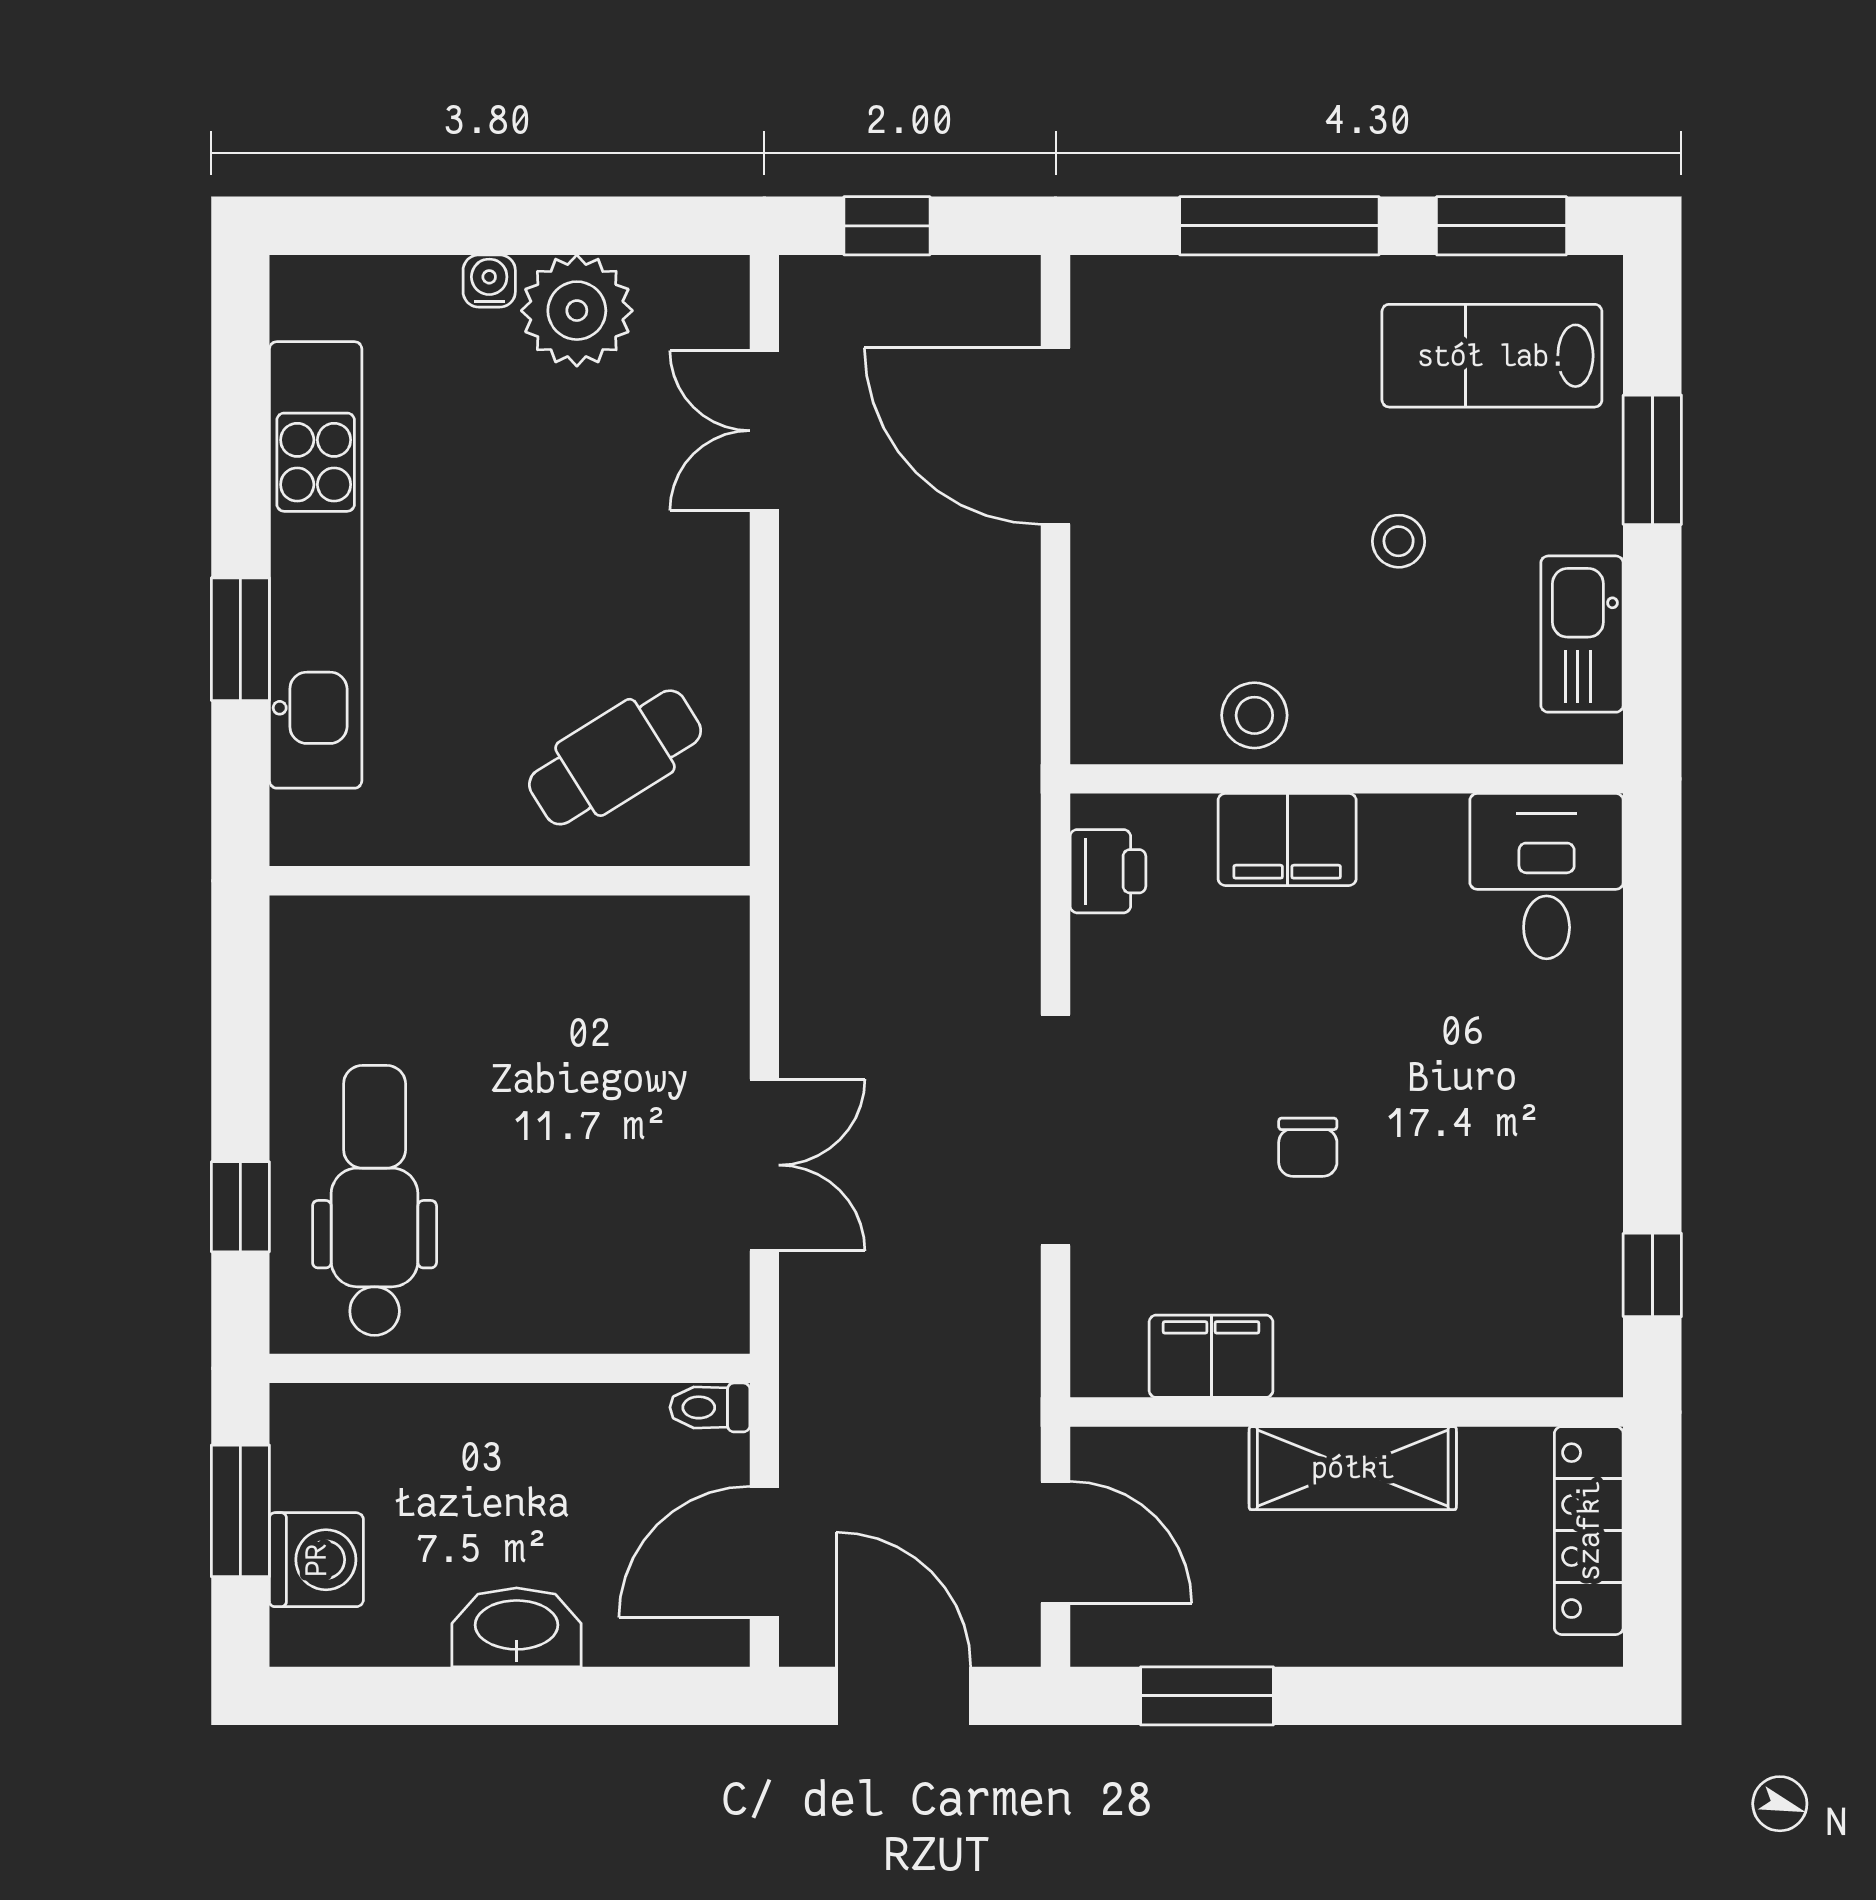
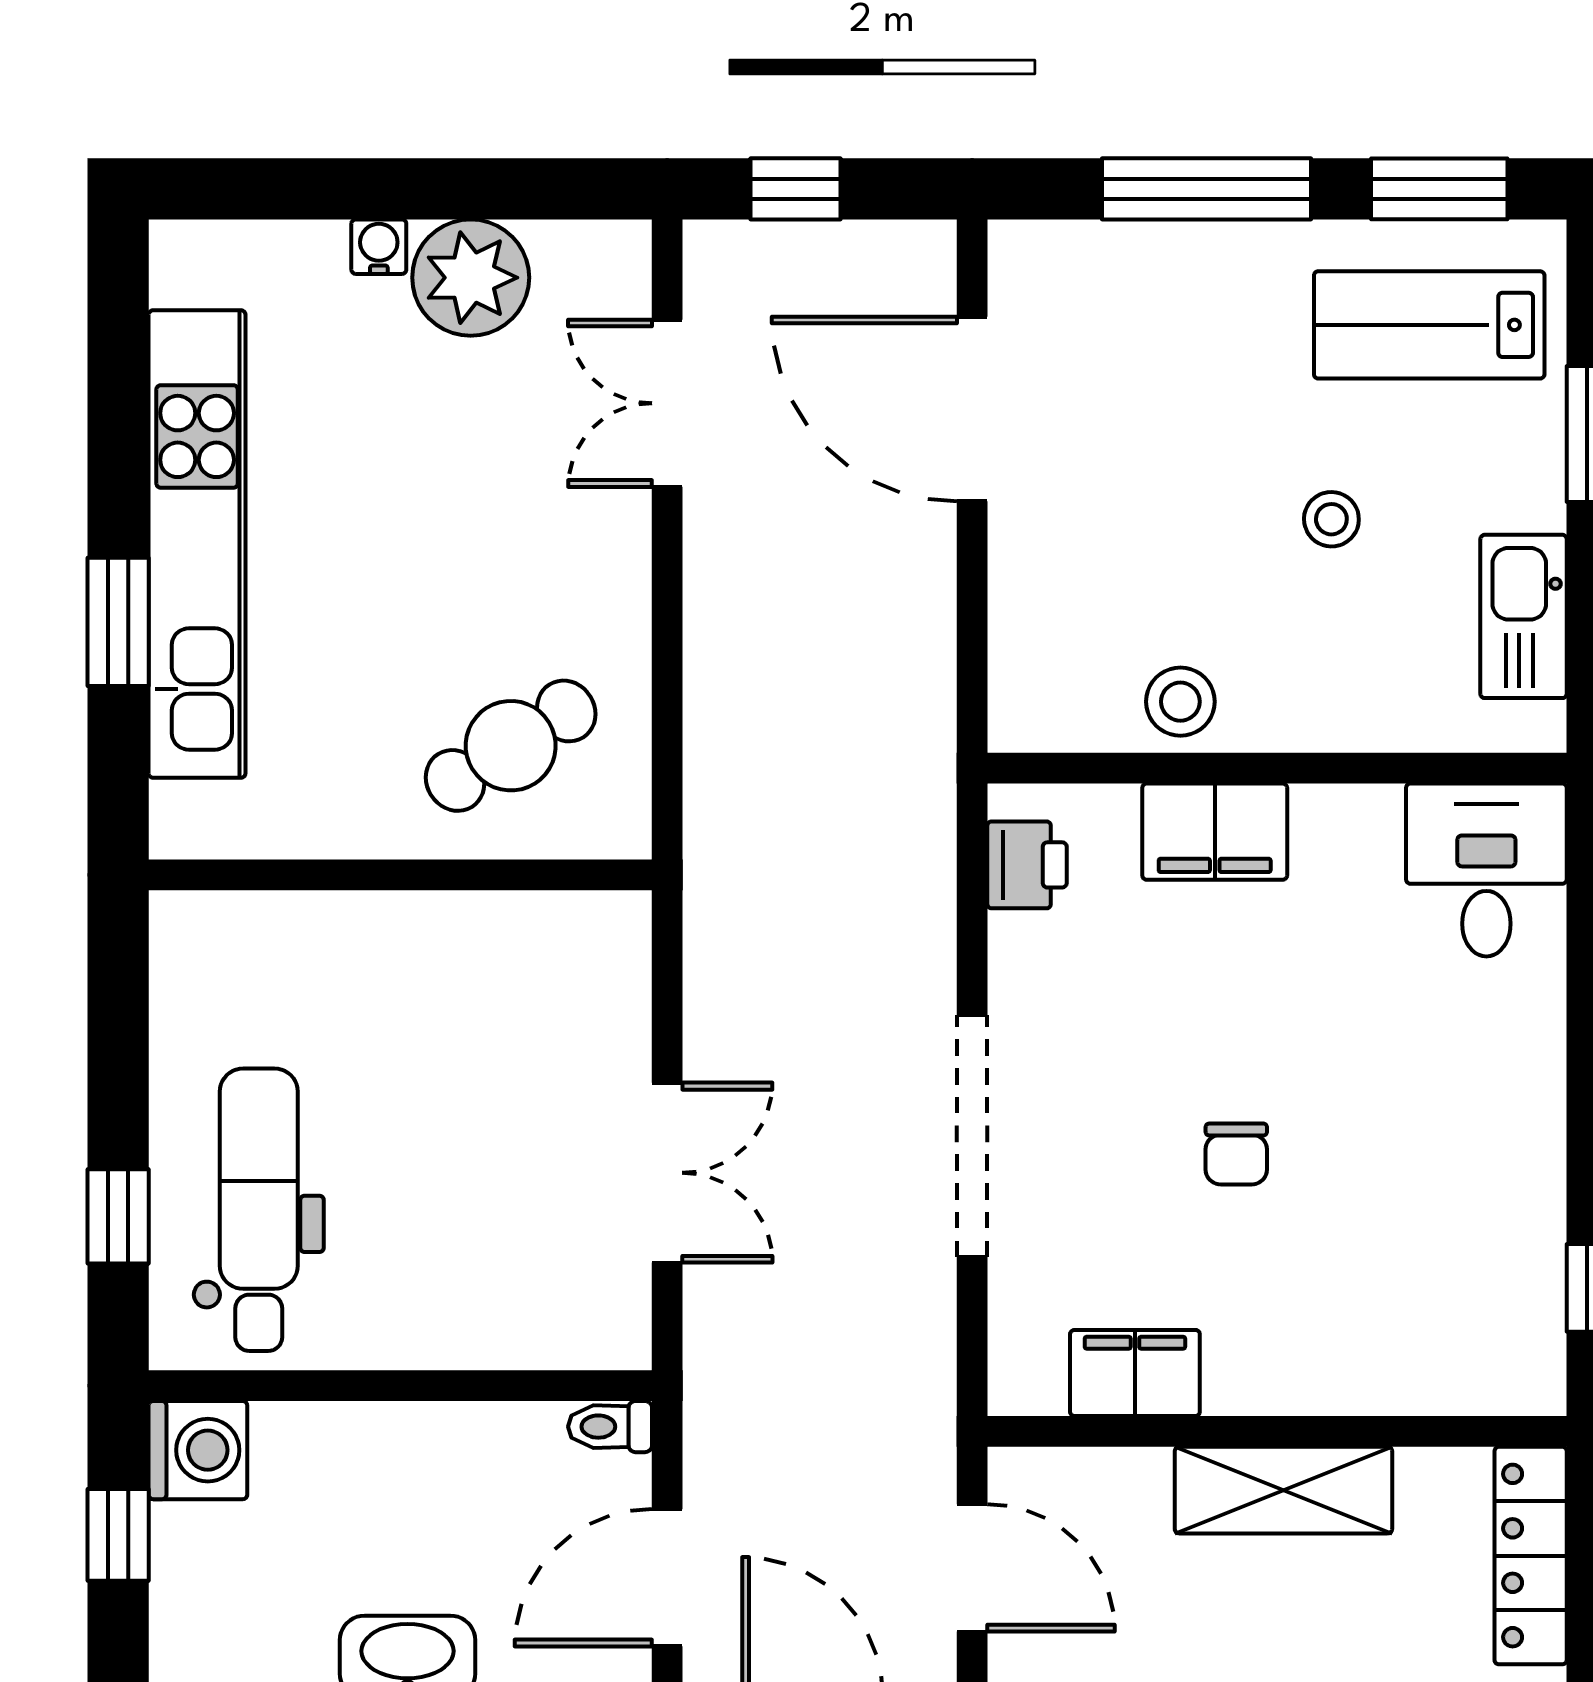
window: (240, 1511) -> (118, 1535), width x0.67
washing machine: (316, 1560) -> (198, 1450), moved

